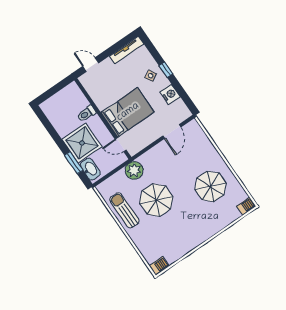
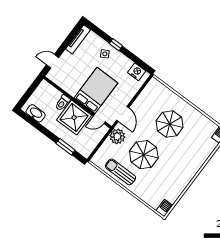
nightstand: (170, 94) -> (137, 72), moved
door: (172, 132) -> (123, 114), moved
shower: (82, 143) -> (74, 118), moved
washbasin: (90, 169) -> (36, 113), moved
parasol: (210, 187) -> (170, 124), moved

